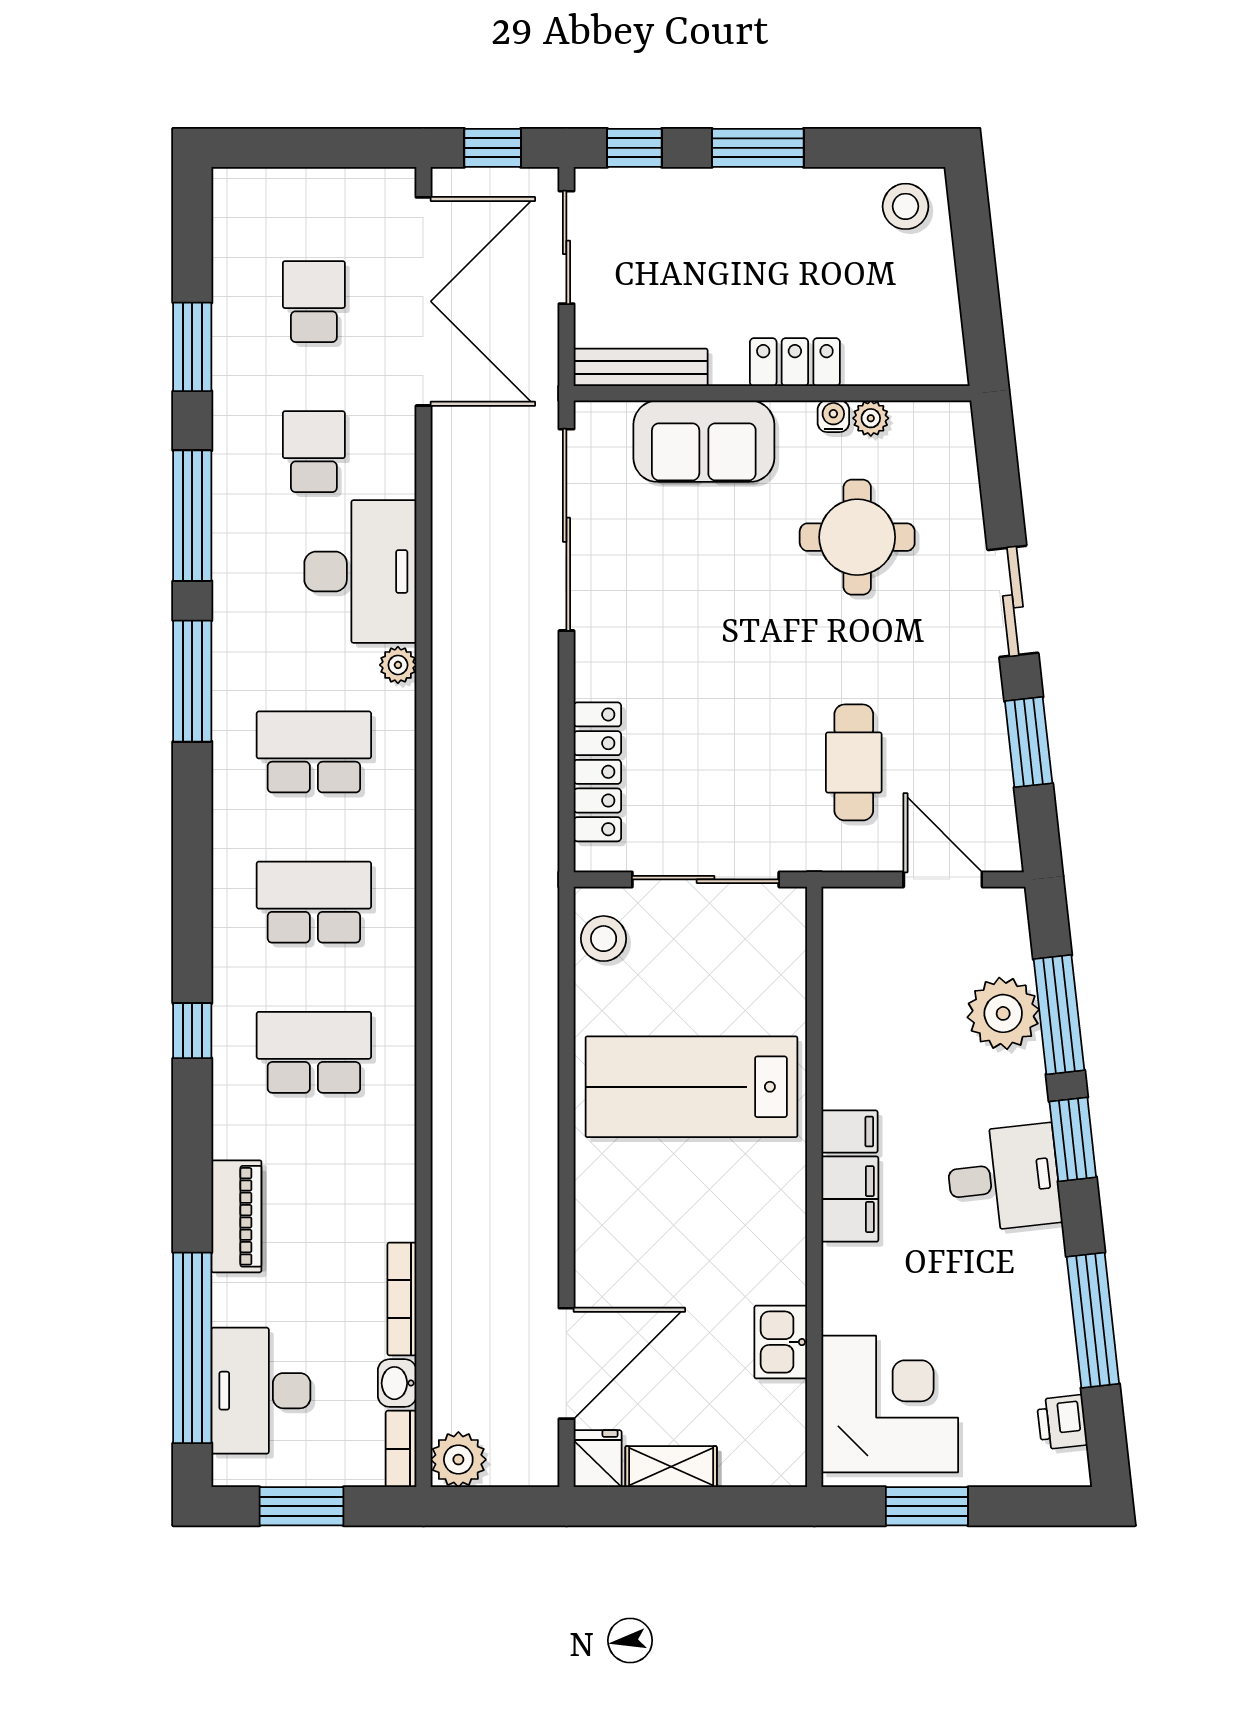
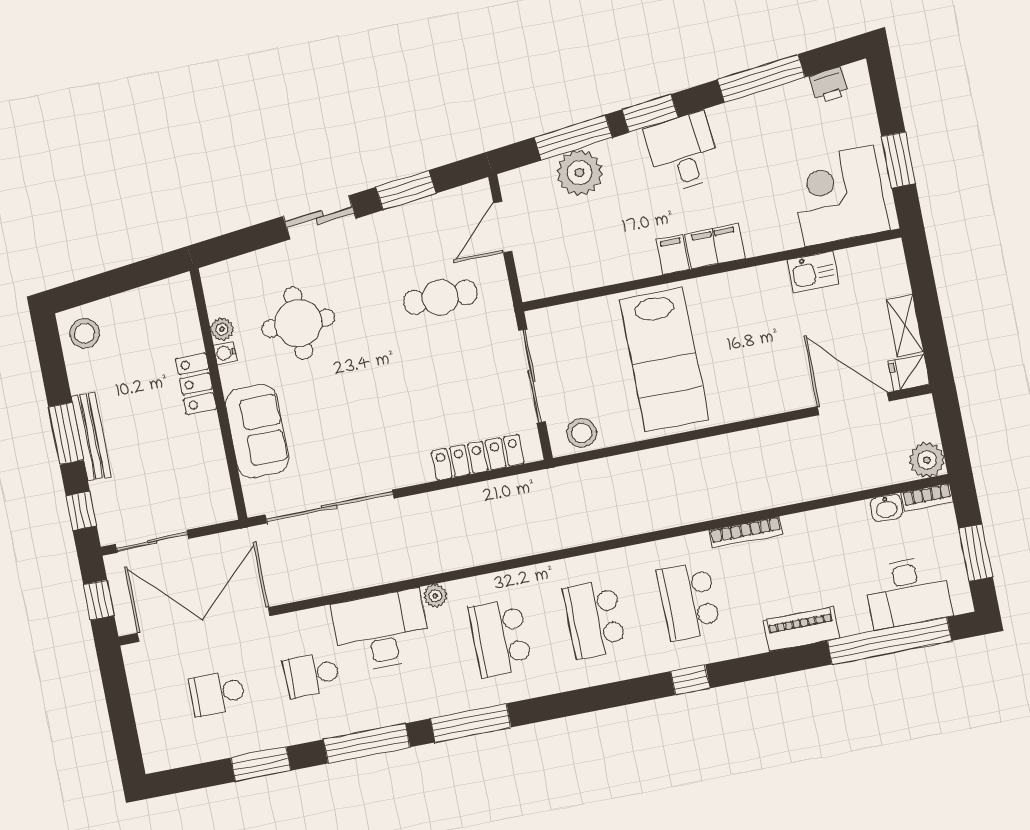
bench: (641, 367) -> (91, 437), moved
bookcase: (402, 1299) -> (746, 532), moved

